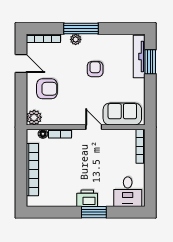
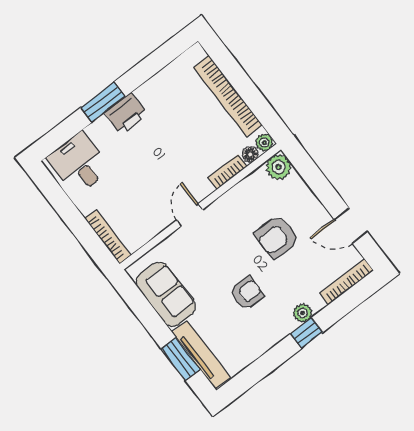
window: (81, 28) -> (307, 333), width x0.46
armchair: (95, 69) -> (247, 293), turned -90
armchair: (47, 89) -> (277, 237), moved
sofa: (122, 114) -> (166, 294), moved, turned -90
door: (94, 127) -> (190, 215), swing flipped
plant: (32, 134) -> (264, 142), added

